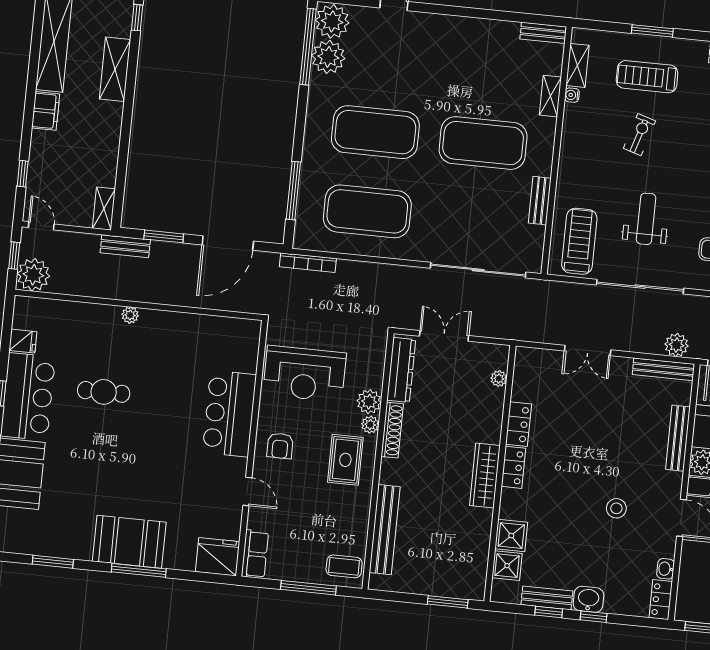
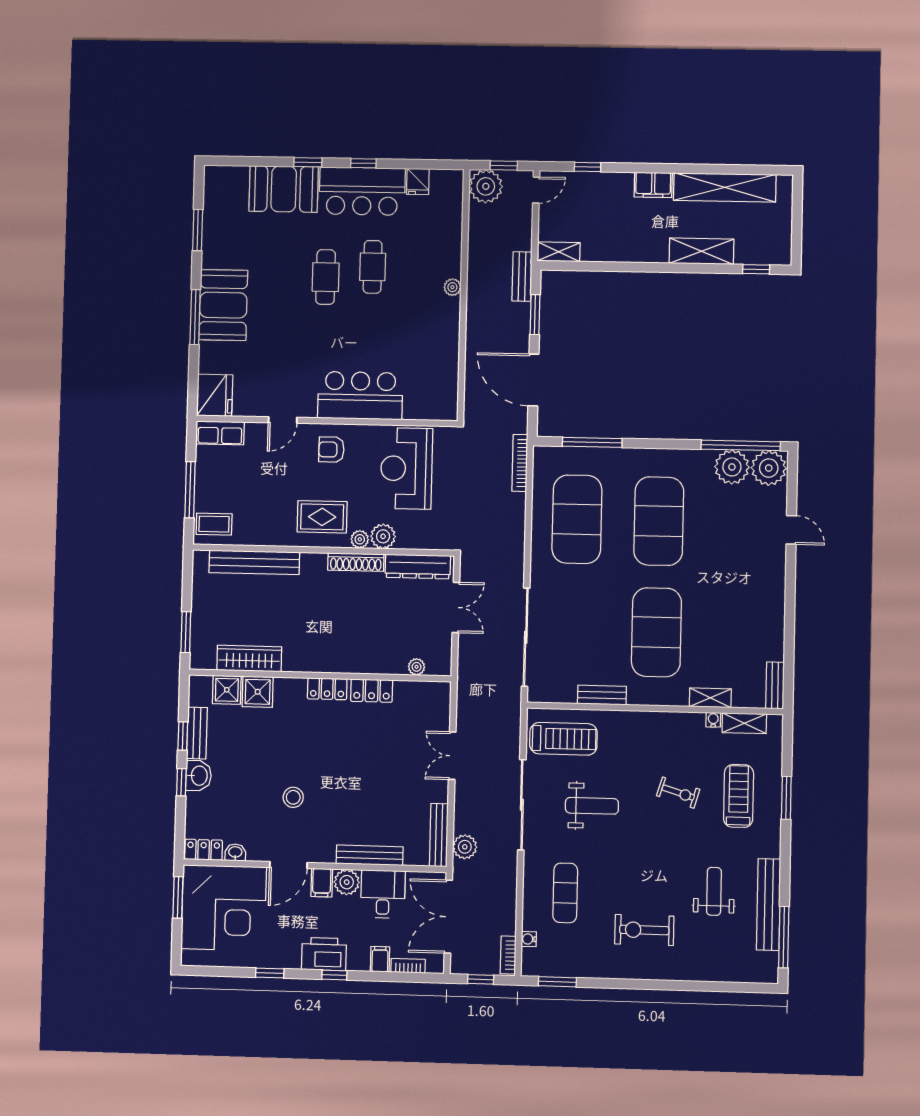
cafe table: (110, 439) -> (326, 277), added
wardrobe: (485, 476) -> (249, 659), moved
coffee table: (344, 566) -> (214, 524), turned 90

